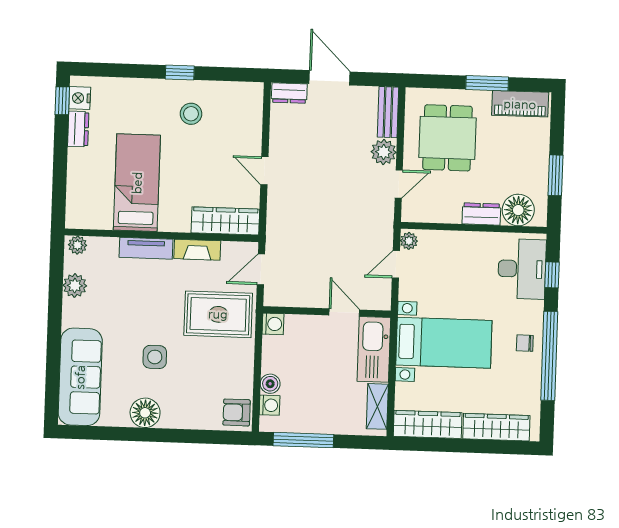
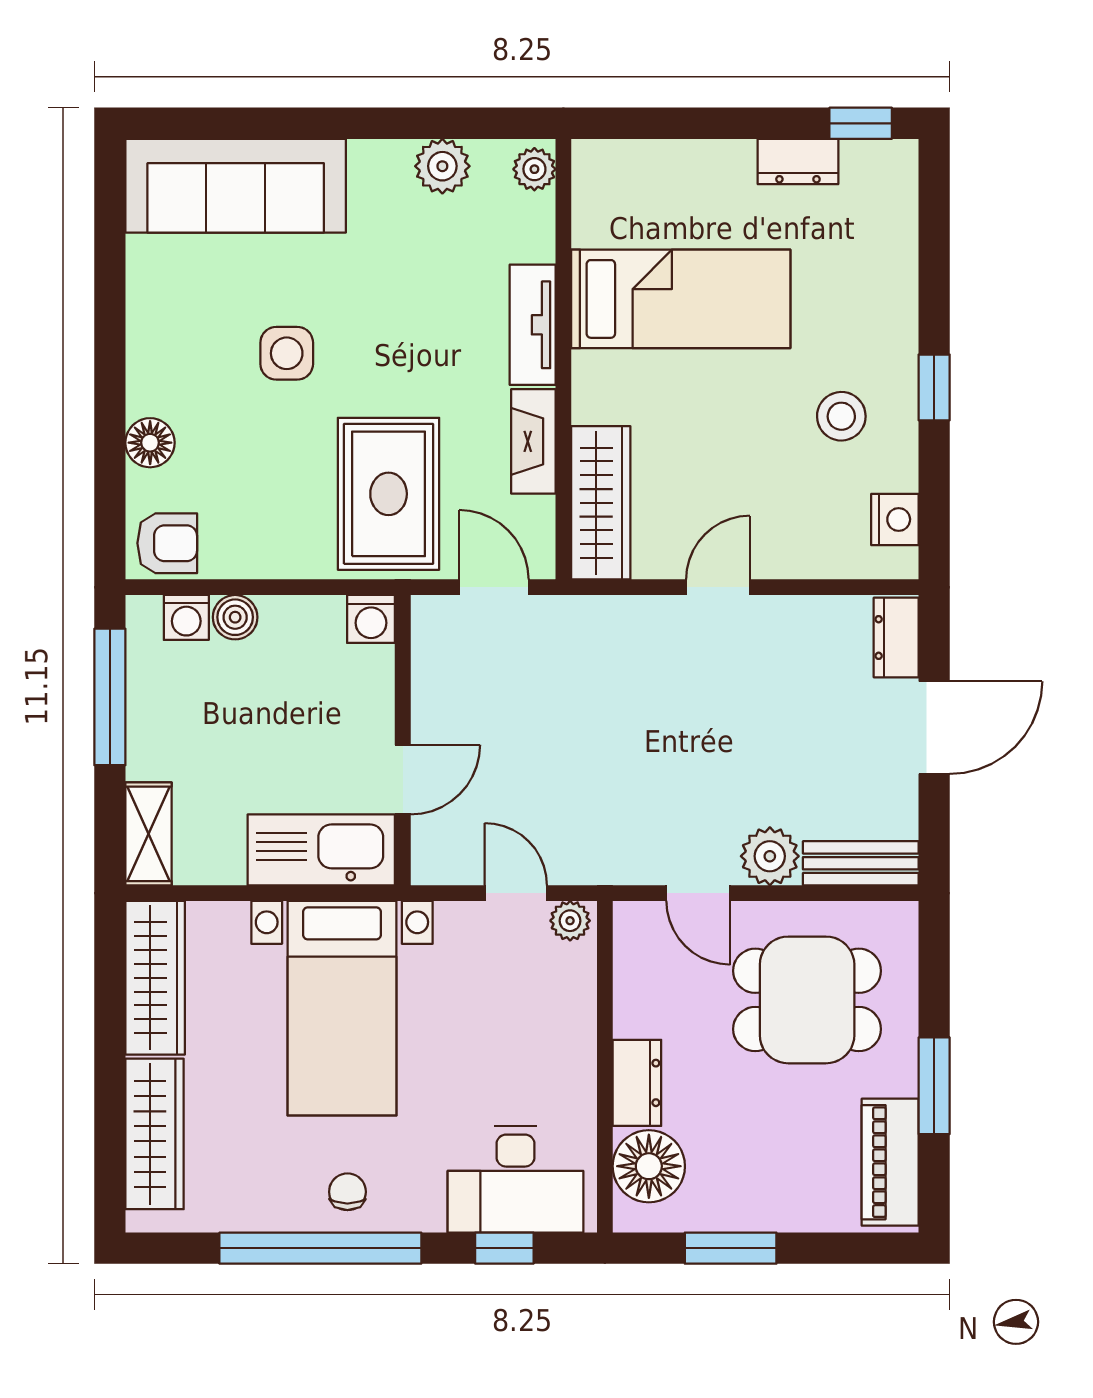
nightstand: (80, 98) -> (895, 519), moved, turned 90
shelving: (377, 406) -> (149, 834), moved, turned 90
armchair: (237, 412) -> (167, 543), turned 90
floor lamp: (145, 413) -> (150, 443), moved, width x0.73, depth x0.73

